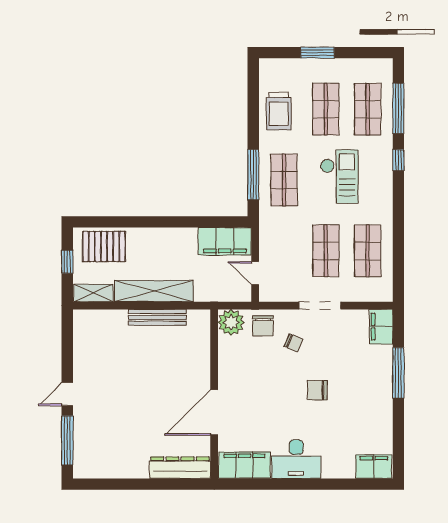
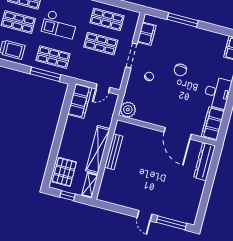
checkout: (339, 176) -> (60, 24), turned 180
chair: (263, 326) -> (135, 92), removed
filing cabinet: (381, 327) -> (147, 34), moved, turned -90

